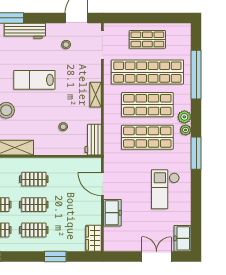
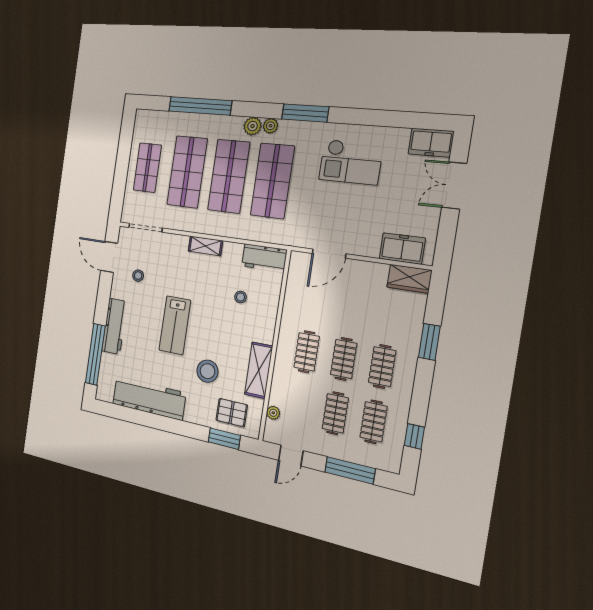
shop shelf: (147, 72) -> (187, 172), width x0.71
freezer: (112, 213) -> (402, 248), moved

